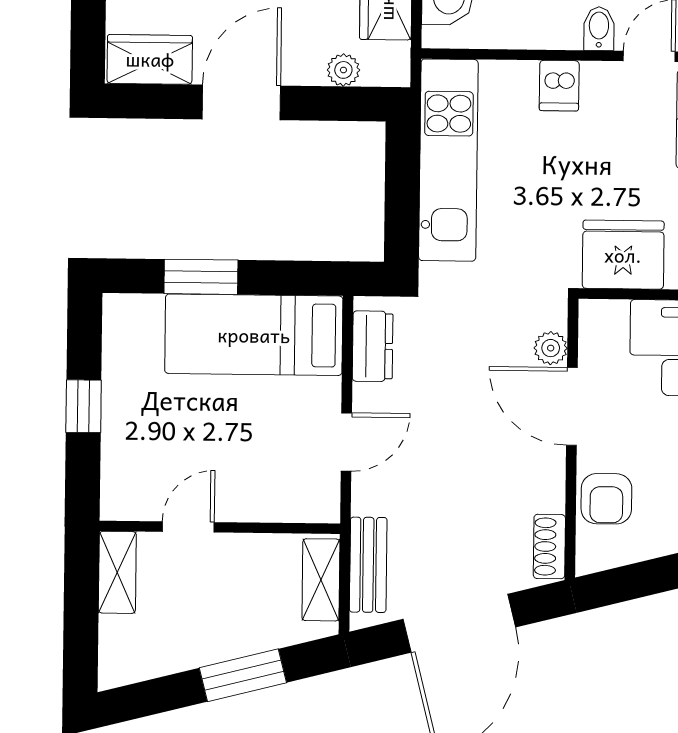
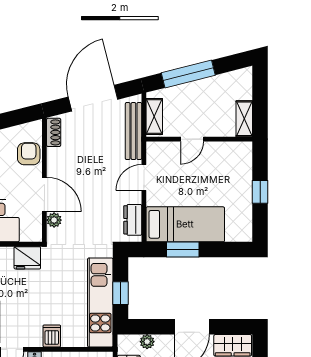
window: (402, 181) -> (120, 293), added
fridge: (623, 255) -> (27, 258), width x0.73, depth x0.75
window: (201, 277) -> (183, 250), moved
door: (188, 527) -> (192, 139), moved
bench: (368, 565) -> (133, 131), width x1.36
window: (243, 675) -> (188, 74), width x1.44

